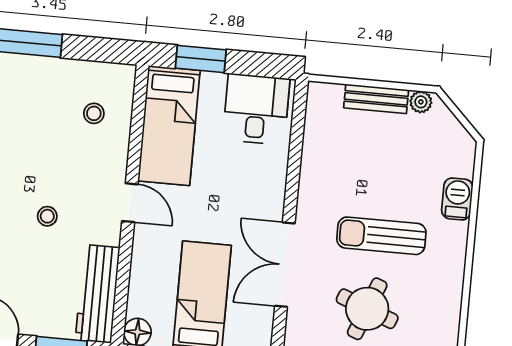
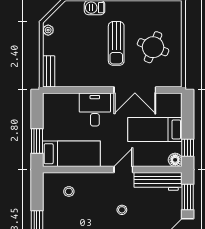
bench: (376, 99) -> (49, 71), moved
desk: (256, 109) -> (95, 109), moved, turned 90
door: (130, 203) -> (123, 170), moved

